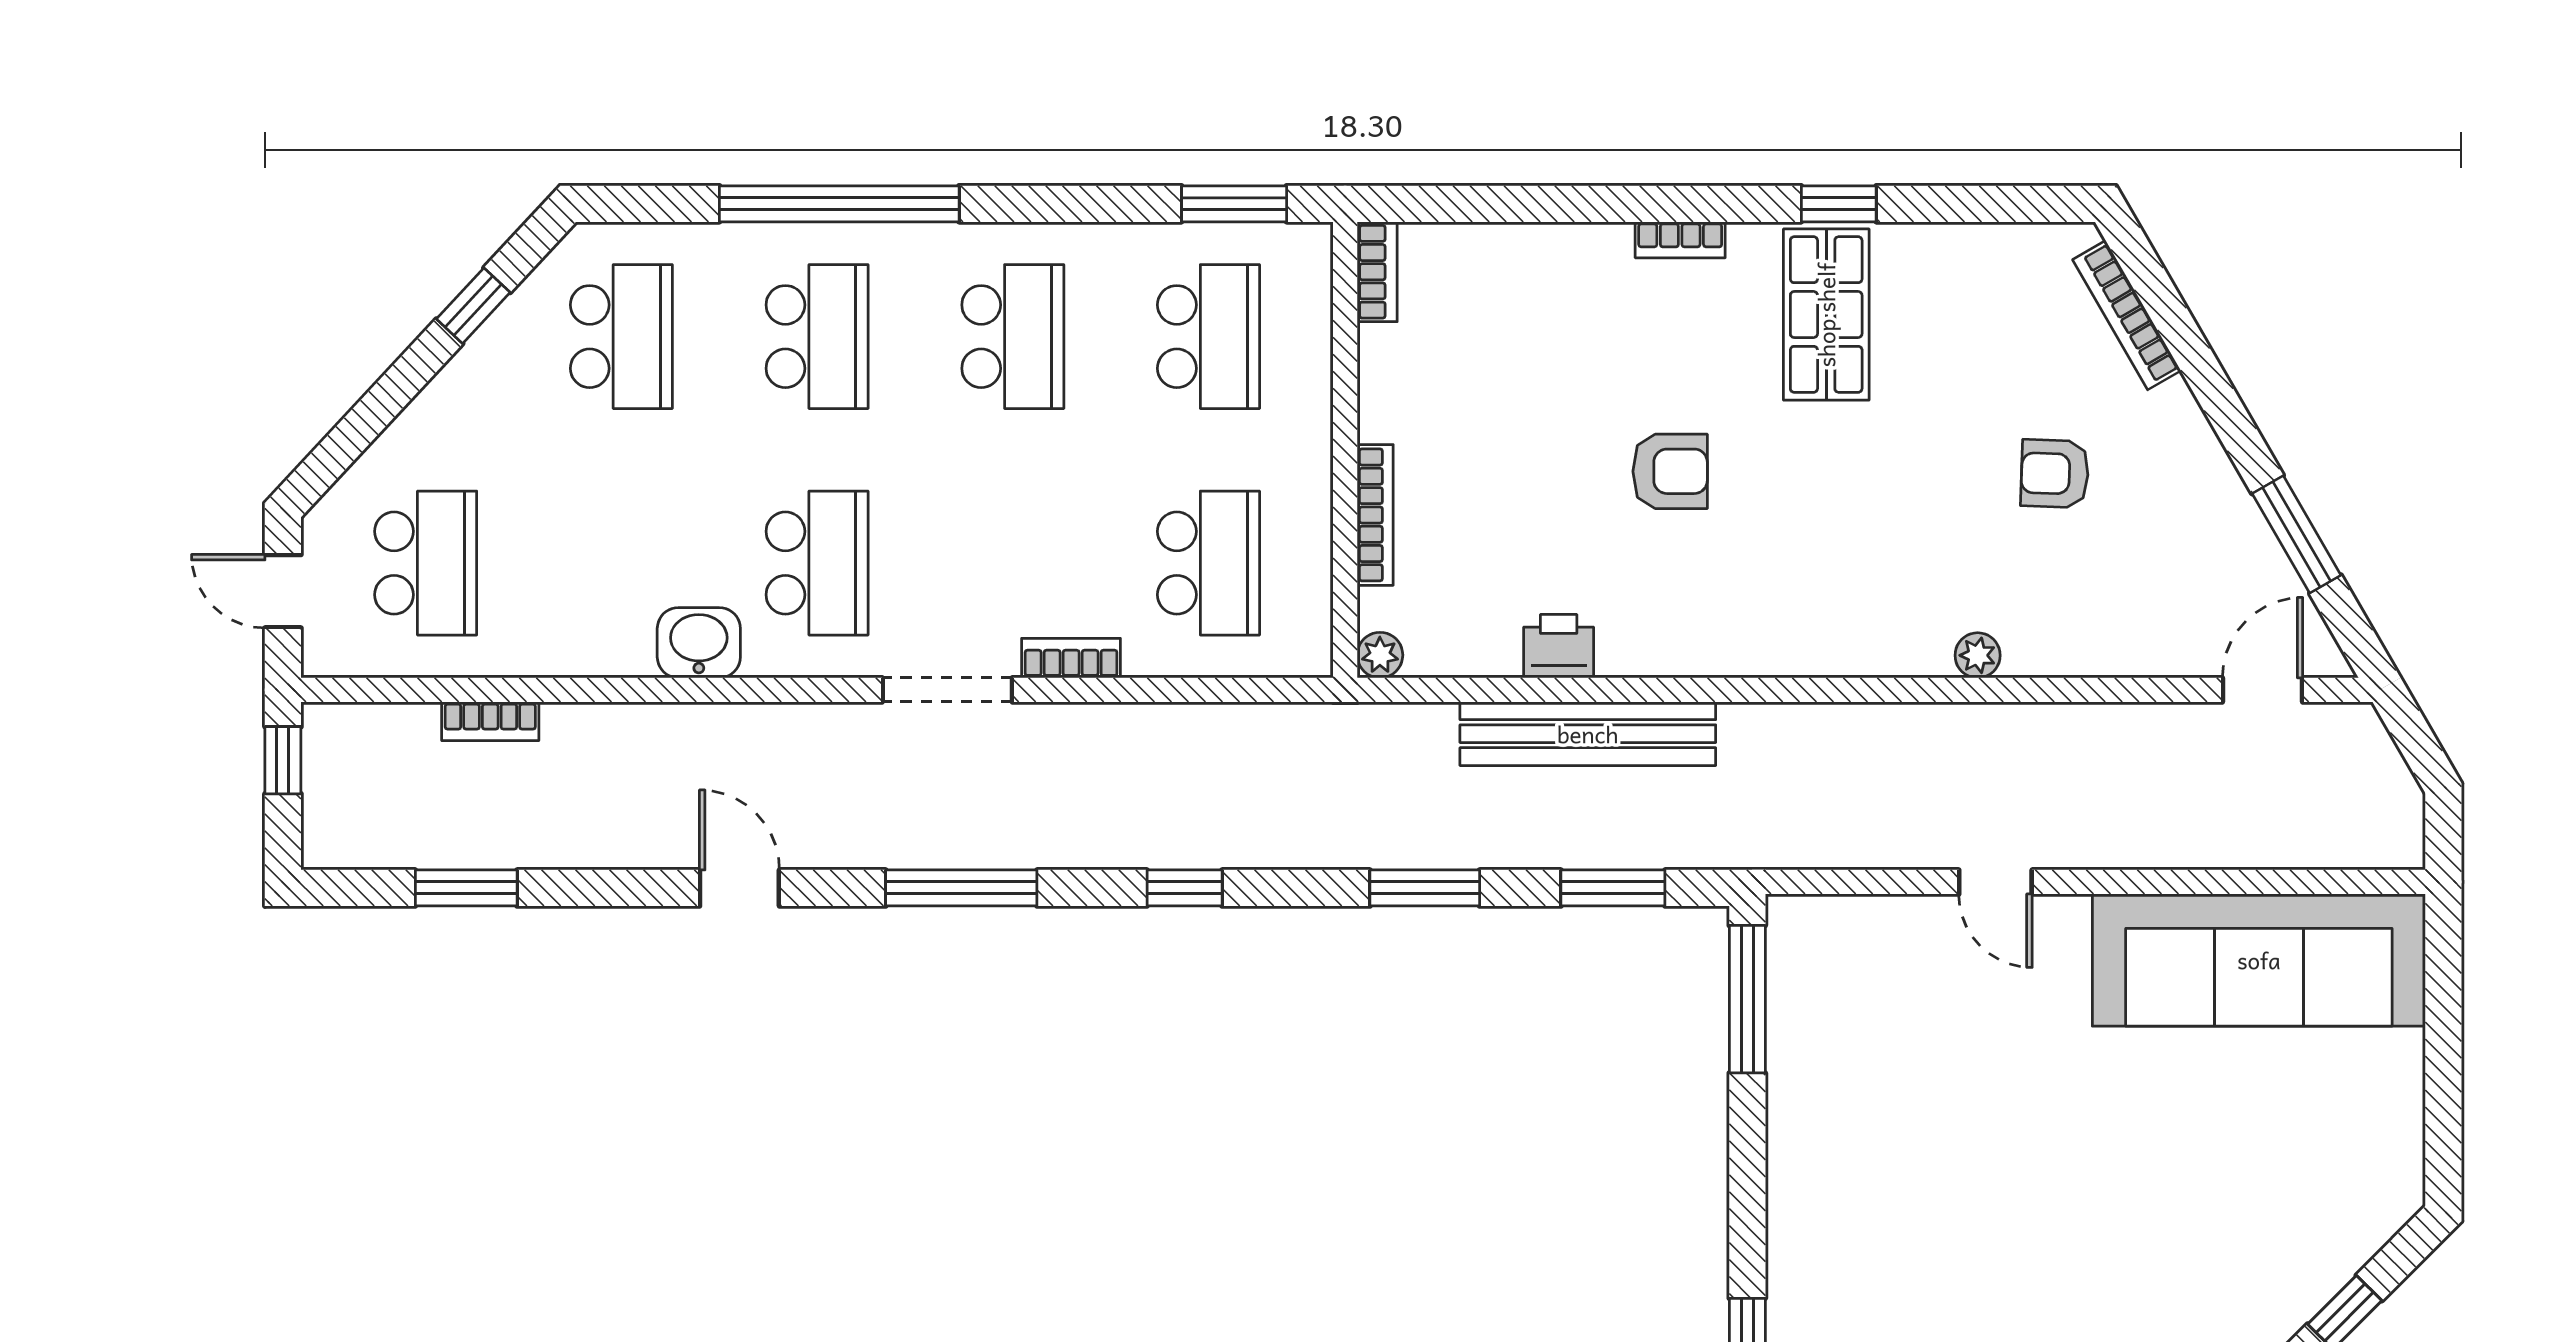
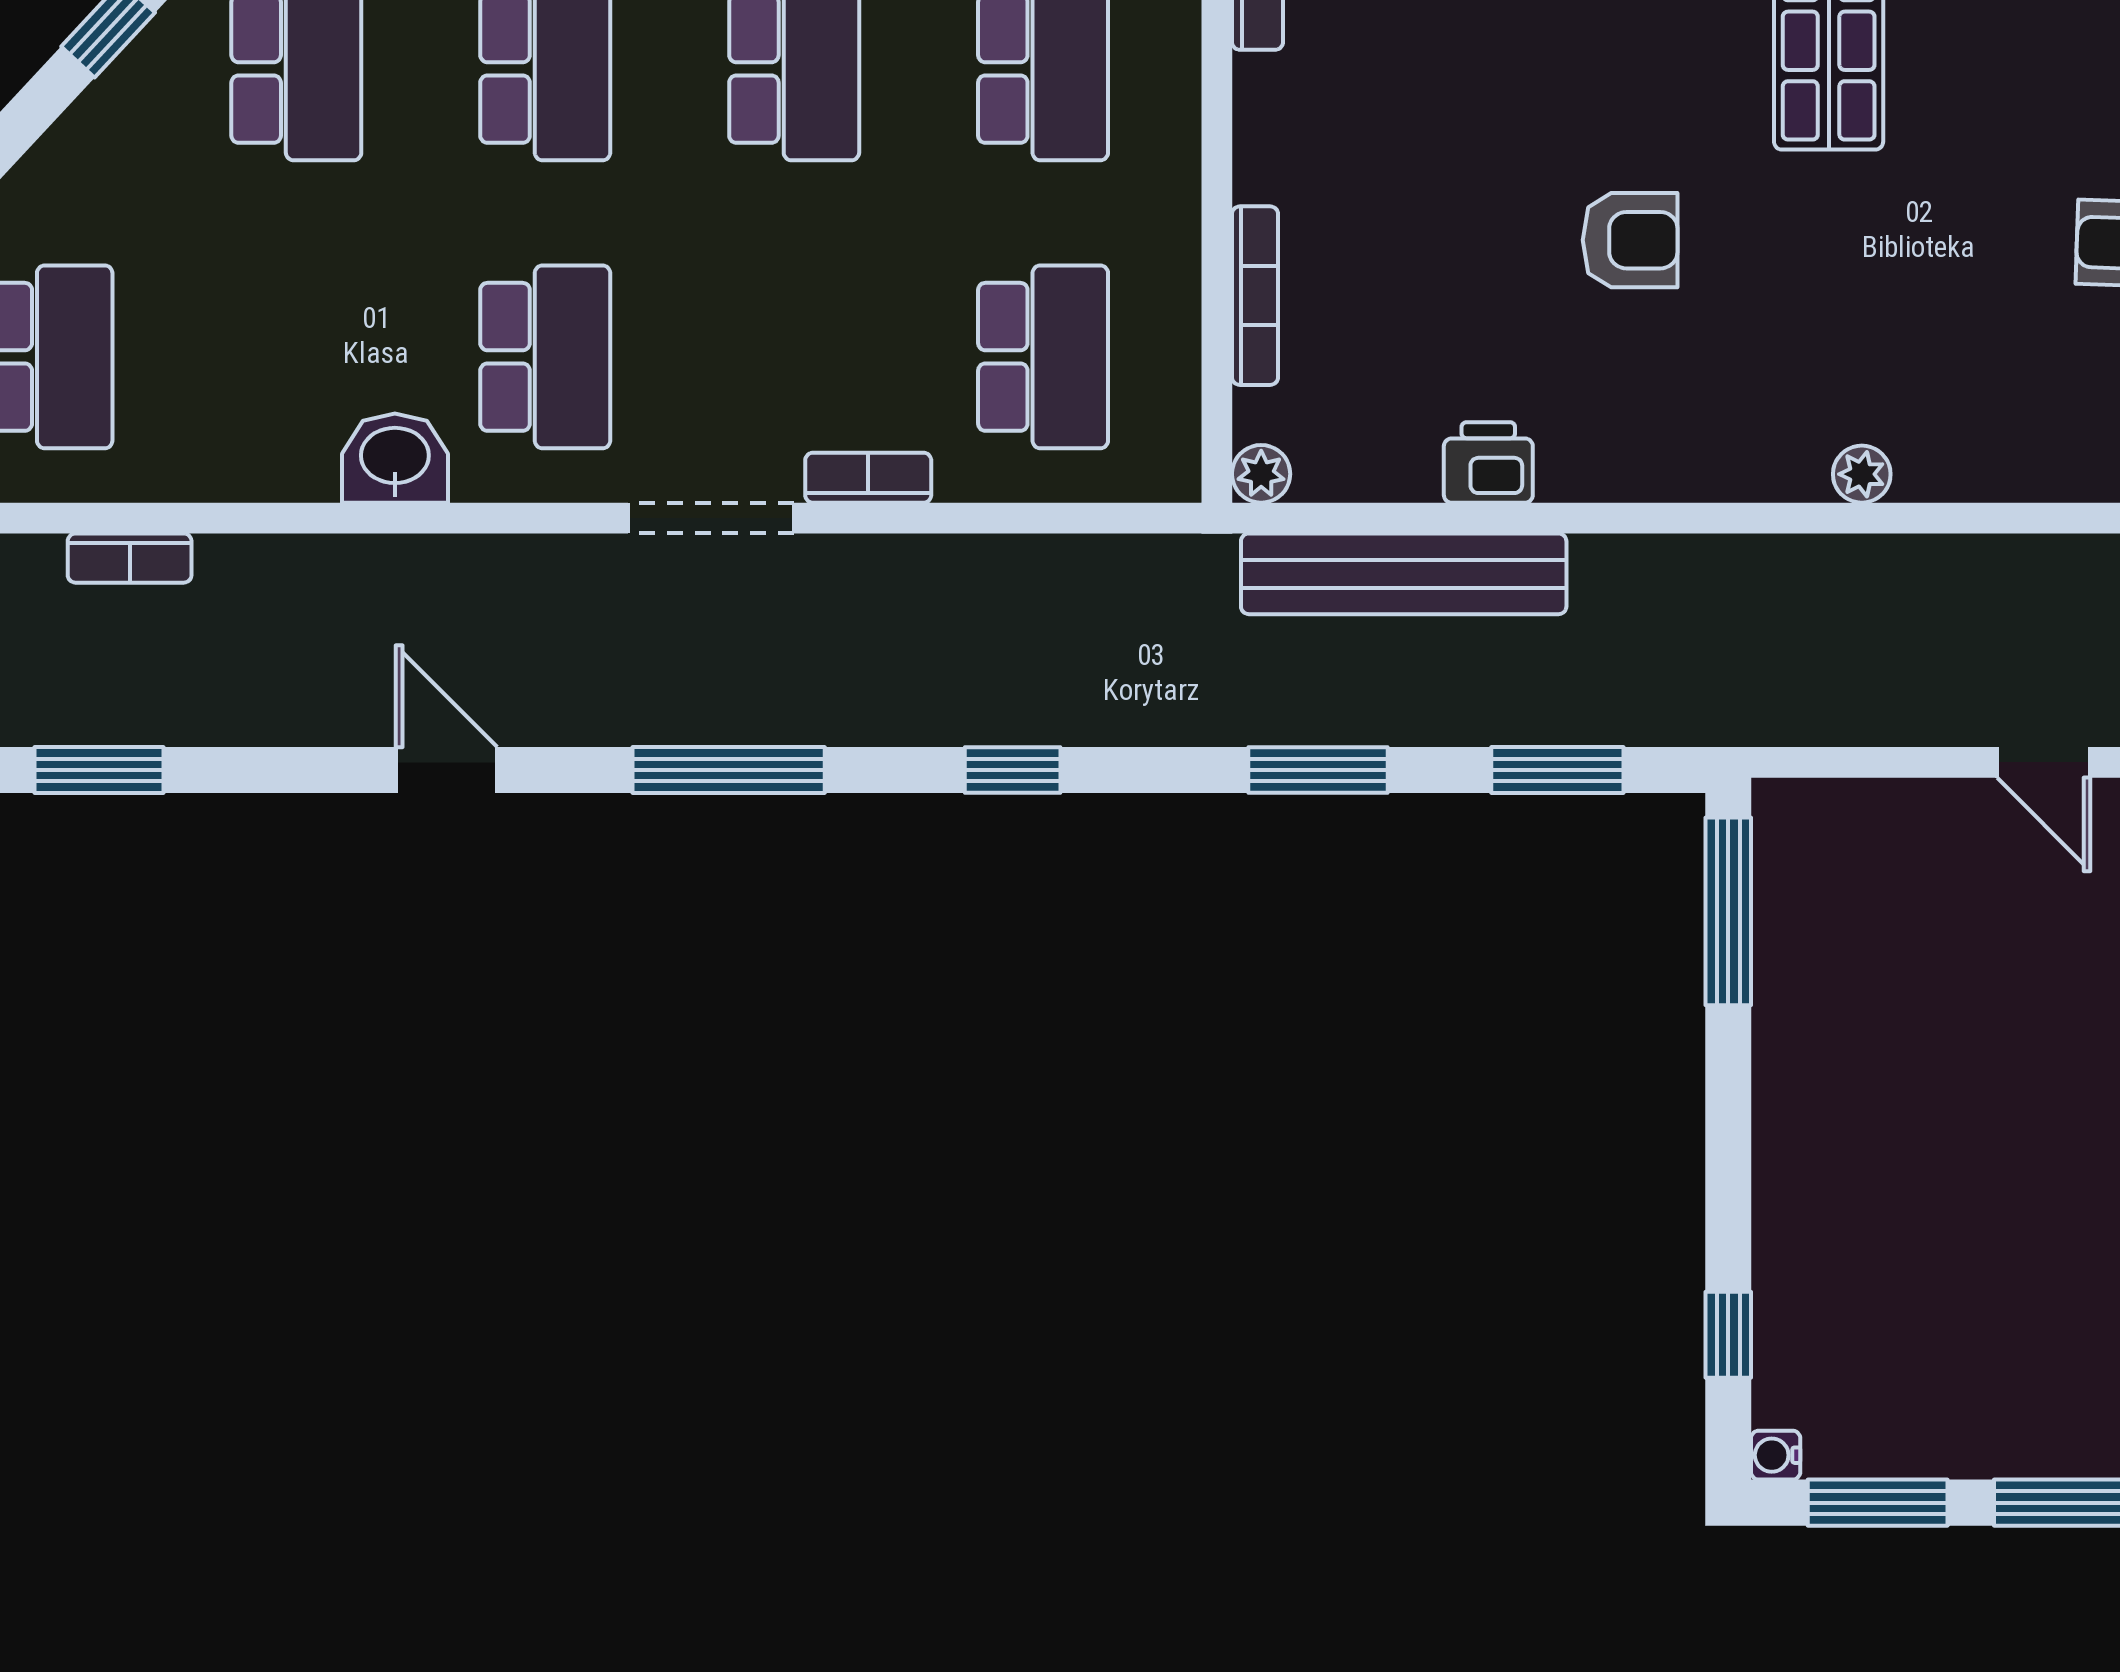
plant: (1978, 655) -> (1862, 474), moved
bench: (1588, 734) -> (1404, 574), moved

